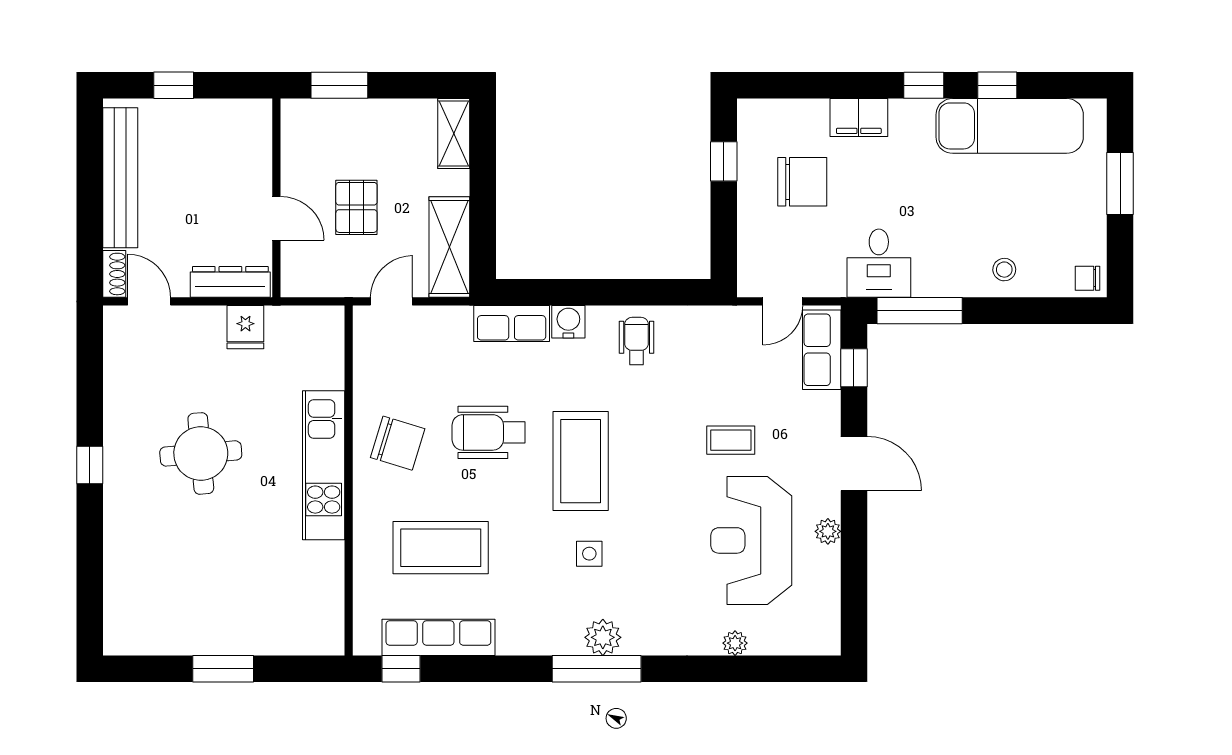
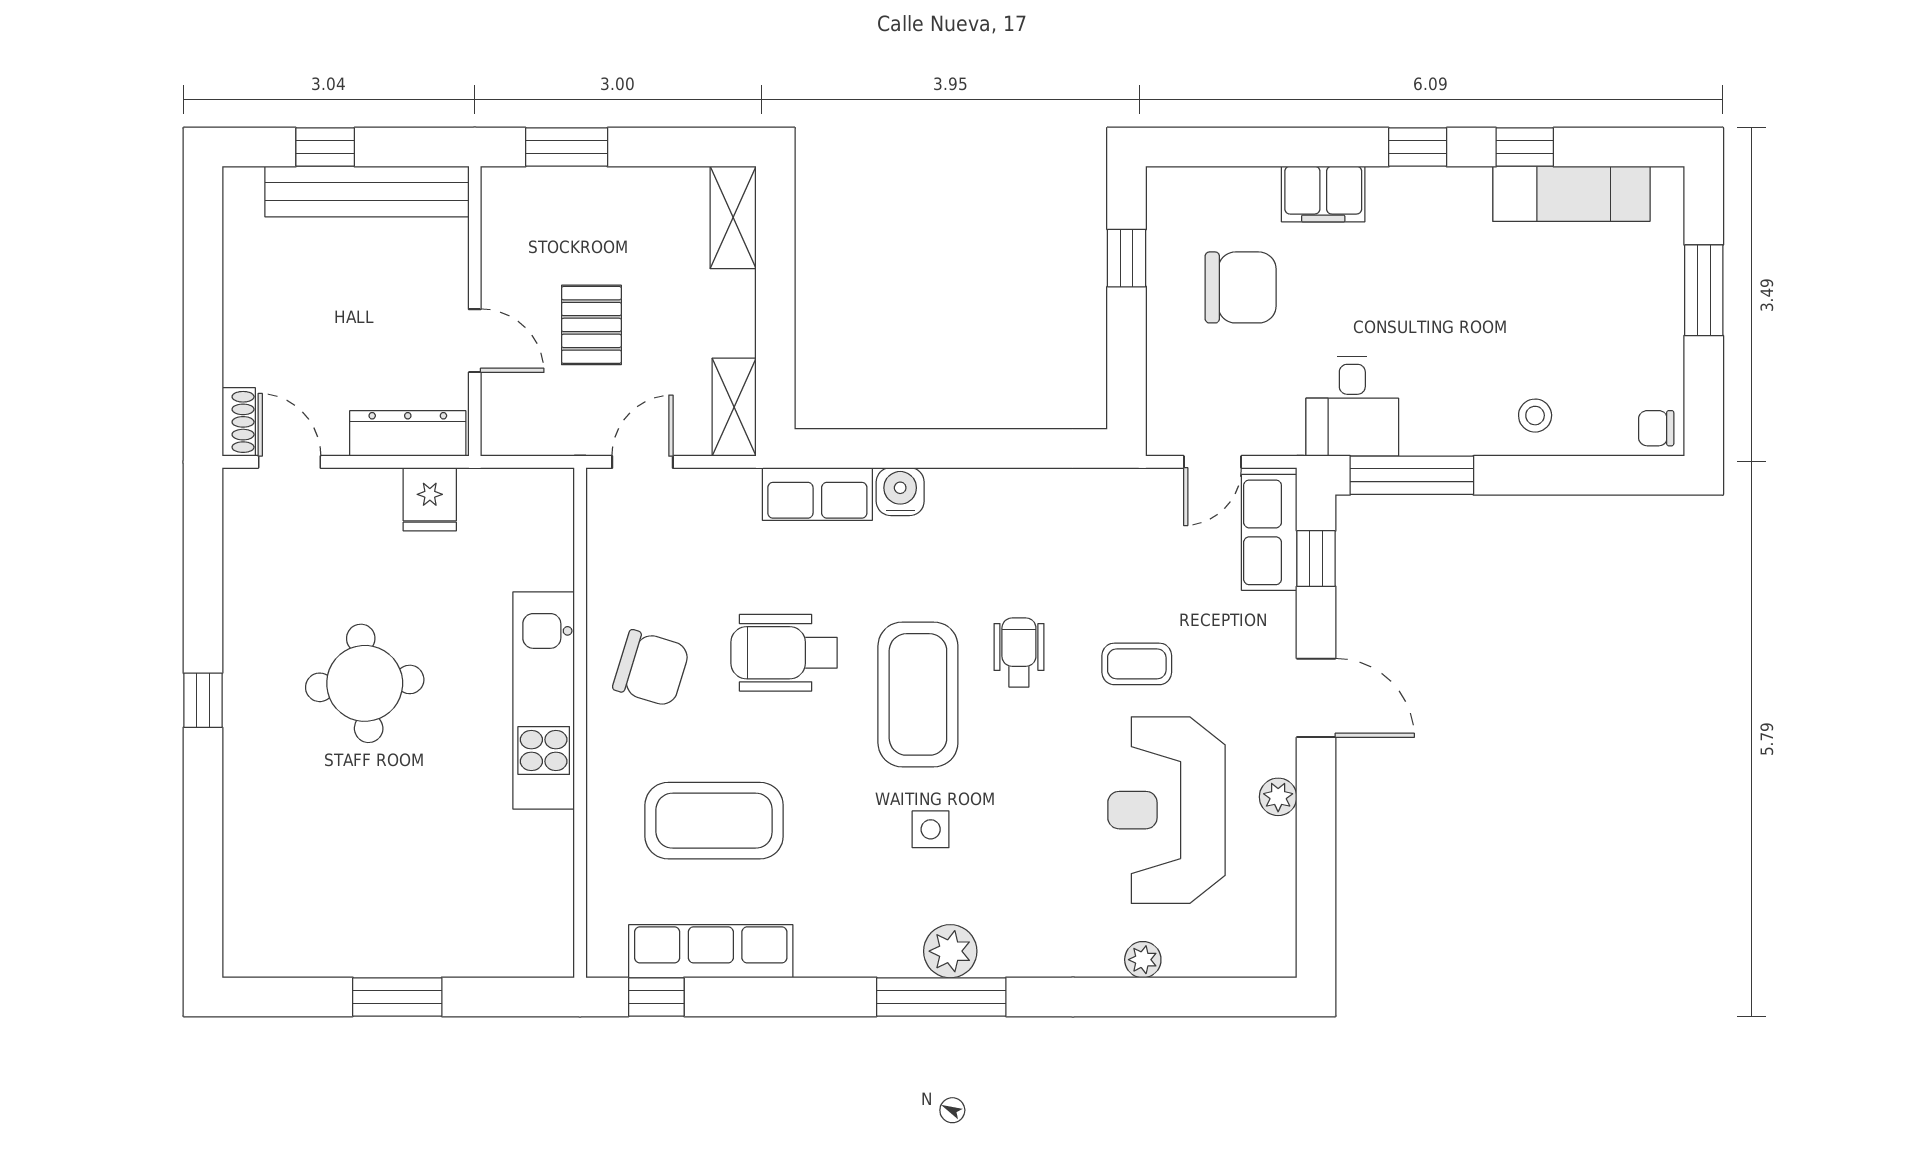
exam couch: (1010, 126) -> (1571, 194), width x0.73, depth x0.69
bench: (120, 178) -> (367, 192), moved, turned 90
shelving: (449, 247) -> (734, 407), width x0.67, depth x0.75
wheelchair: (637, 341) -> (1019, 653), moved

